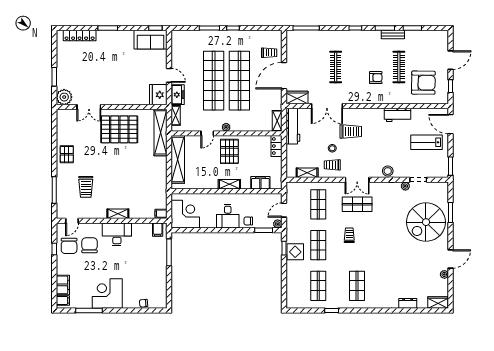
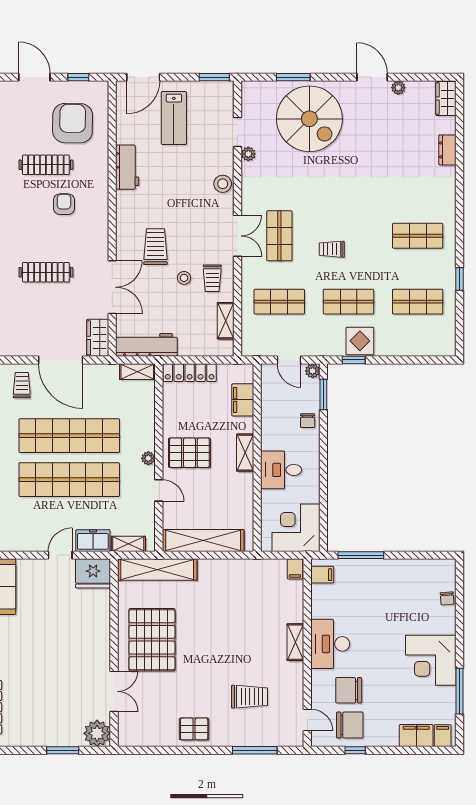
locker: (277, 146) -> (190, 373), width x1.53
desk: (228, 216) -> (281, 470), moved, turned 180

